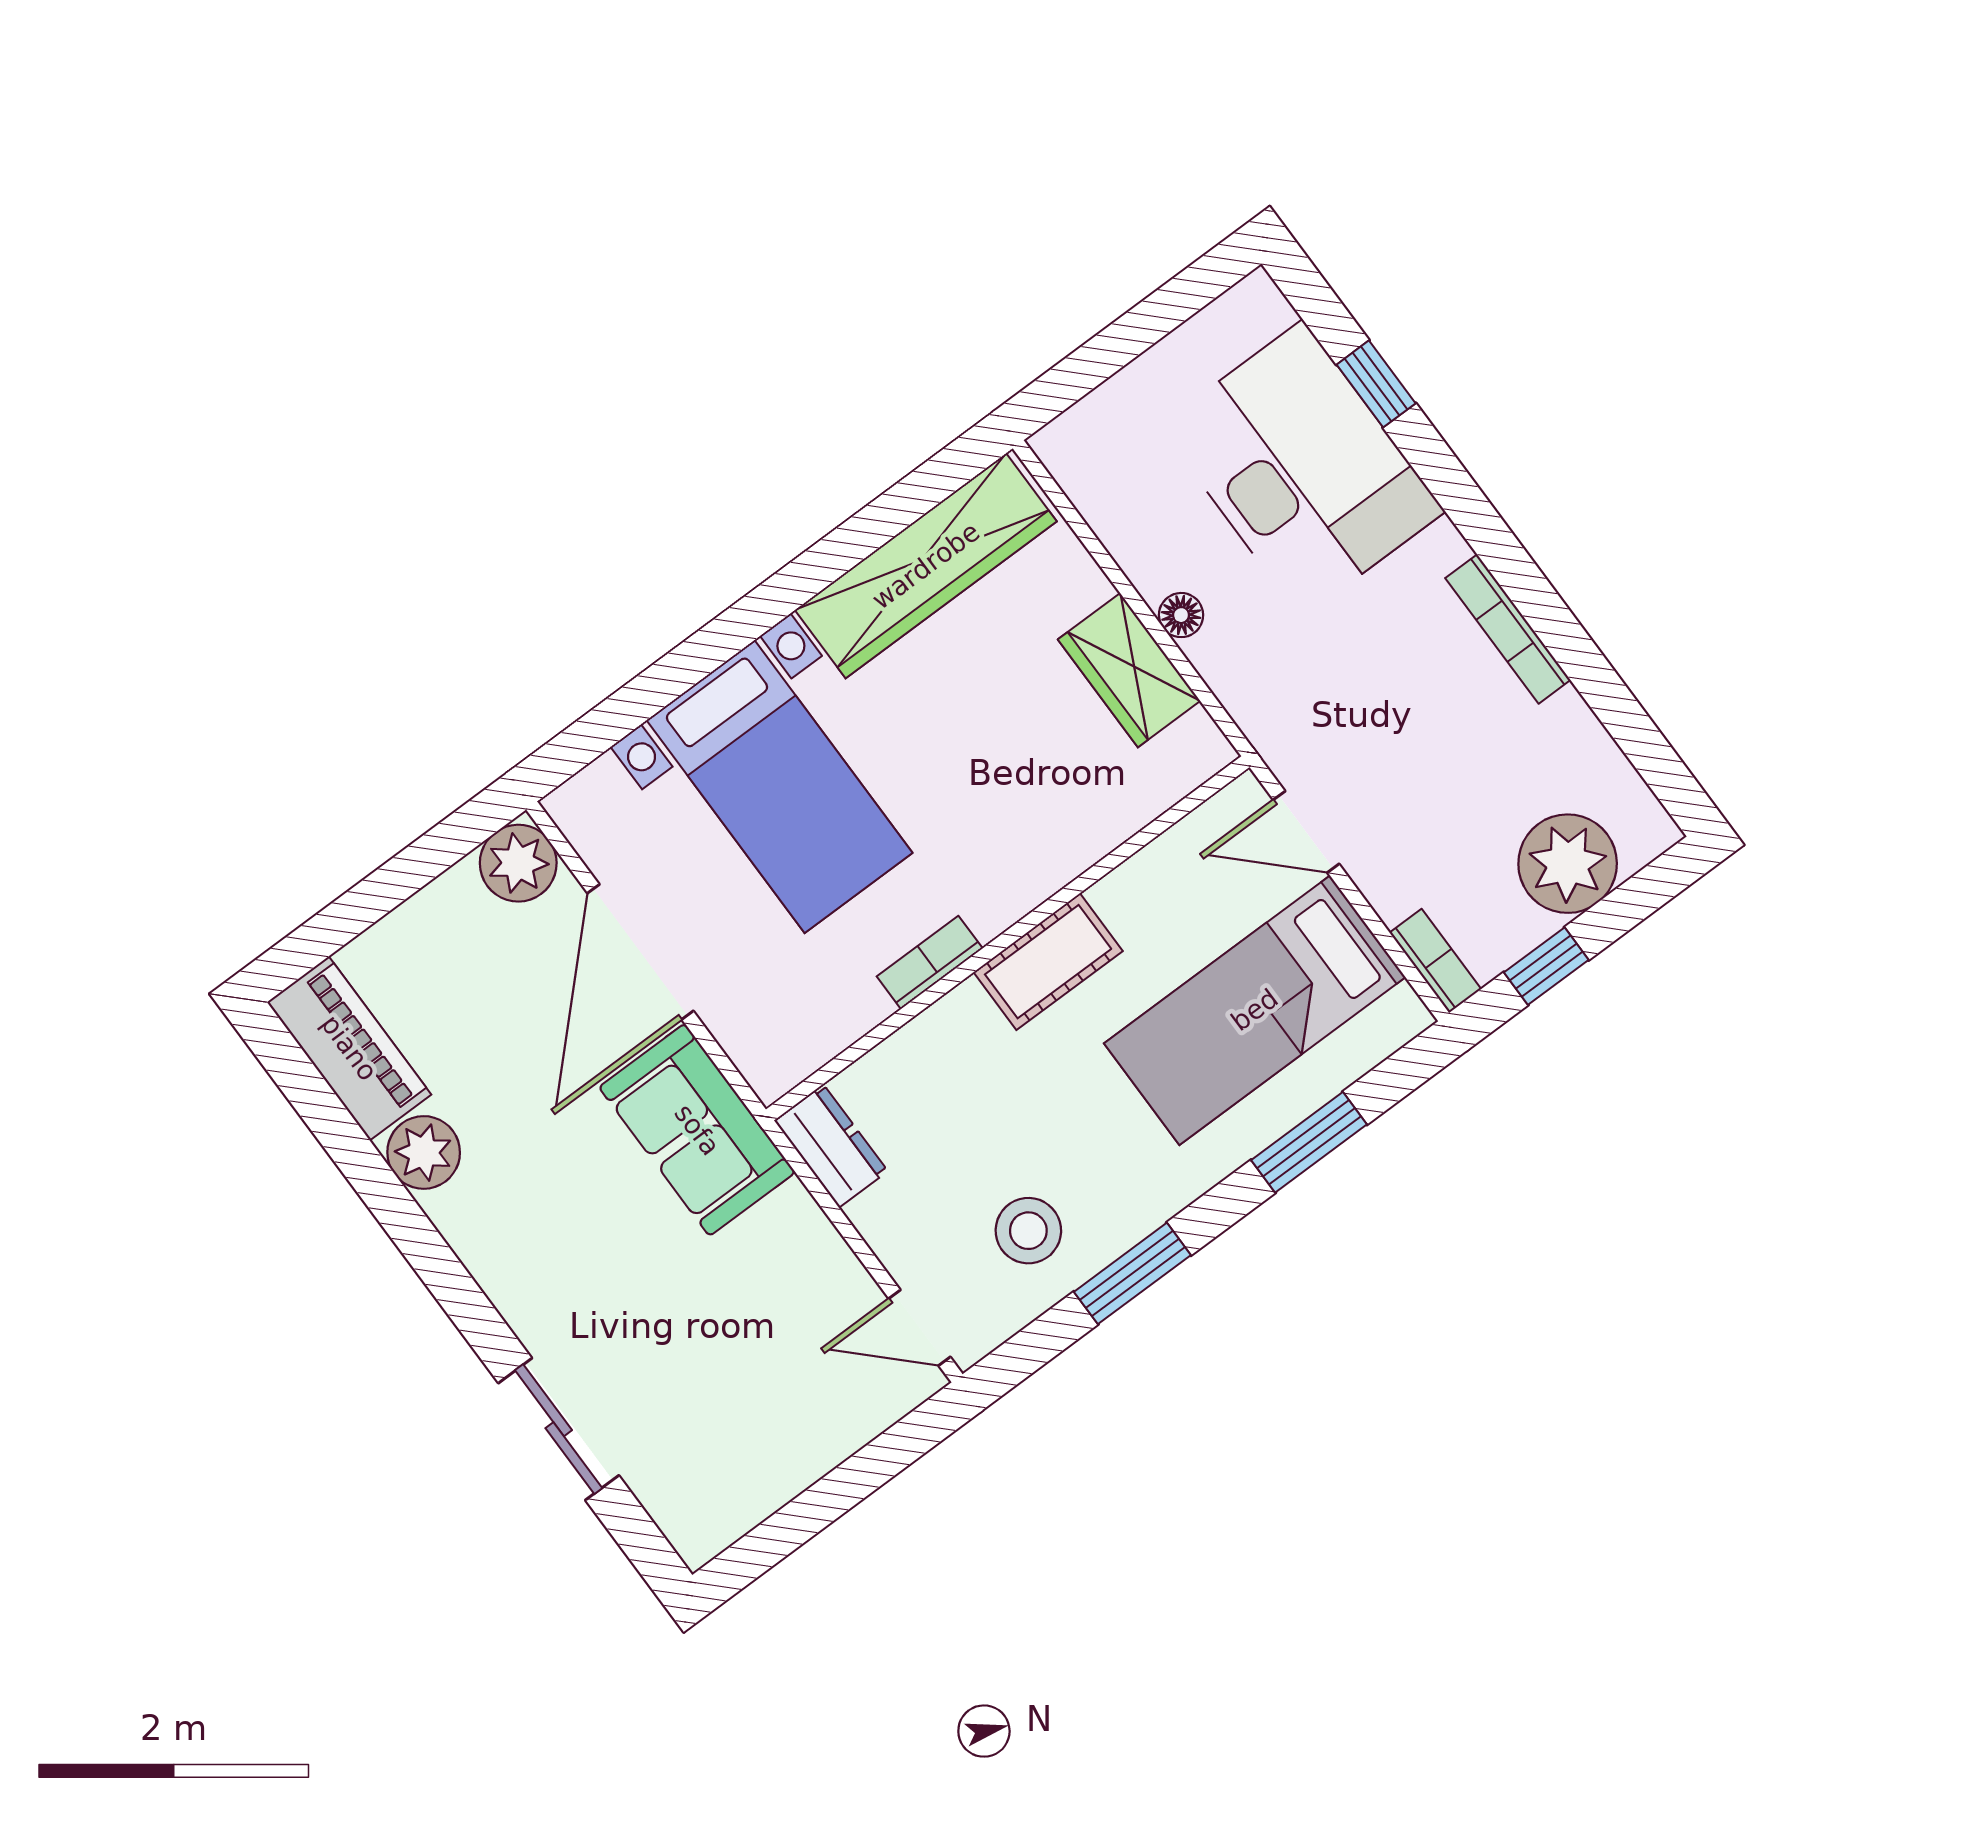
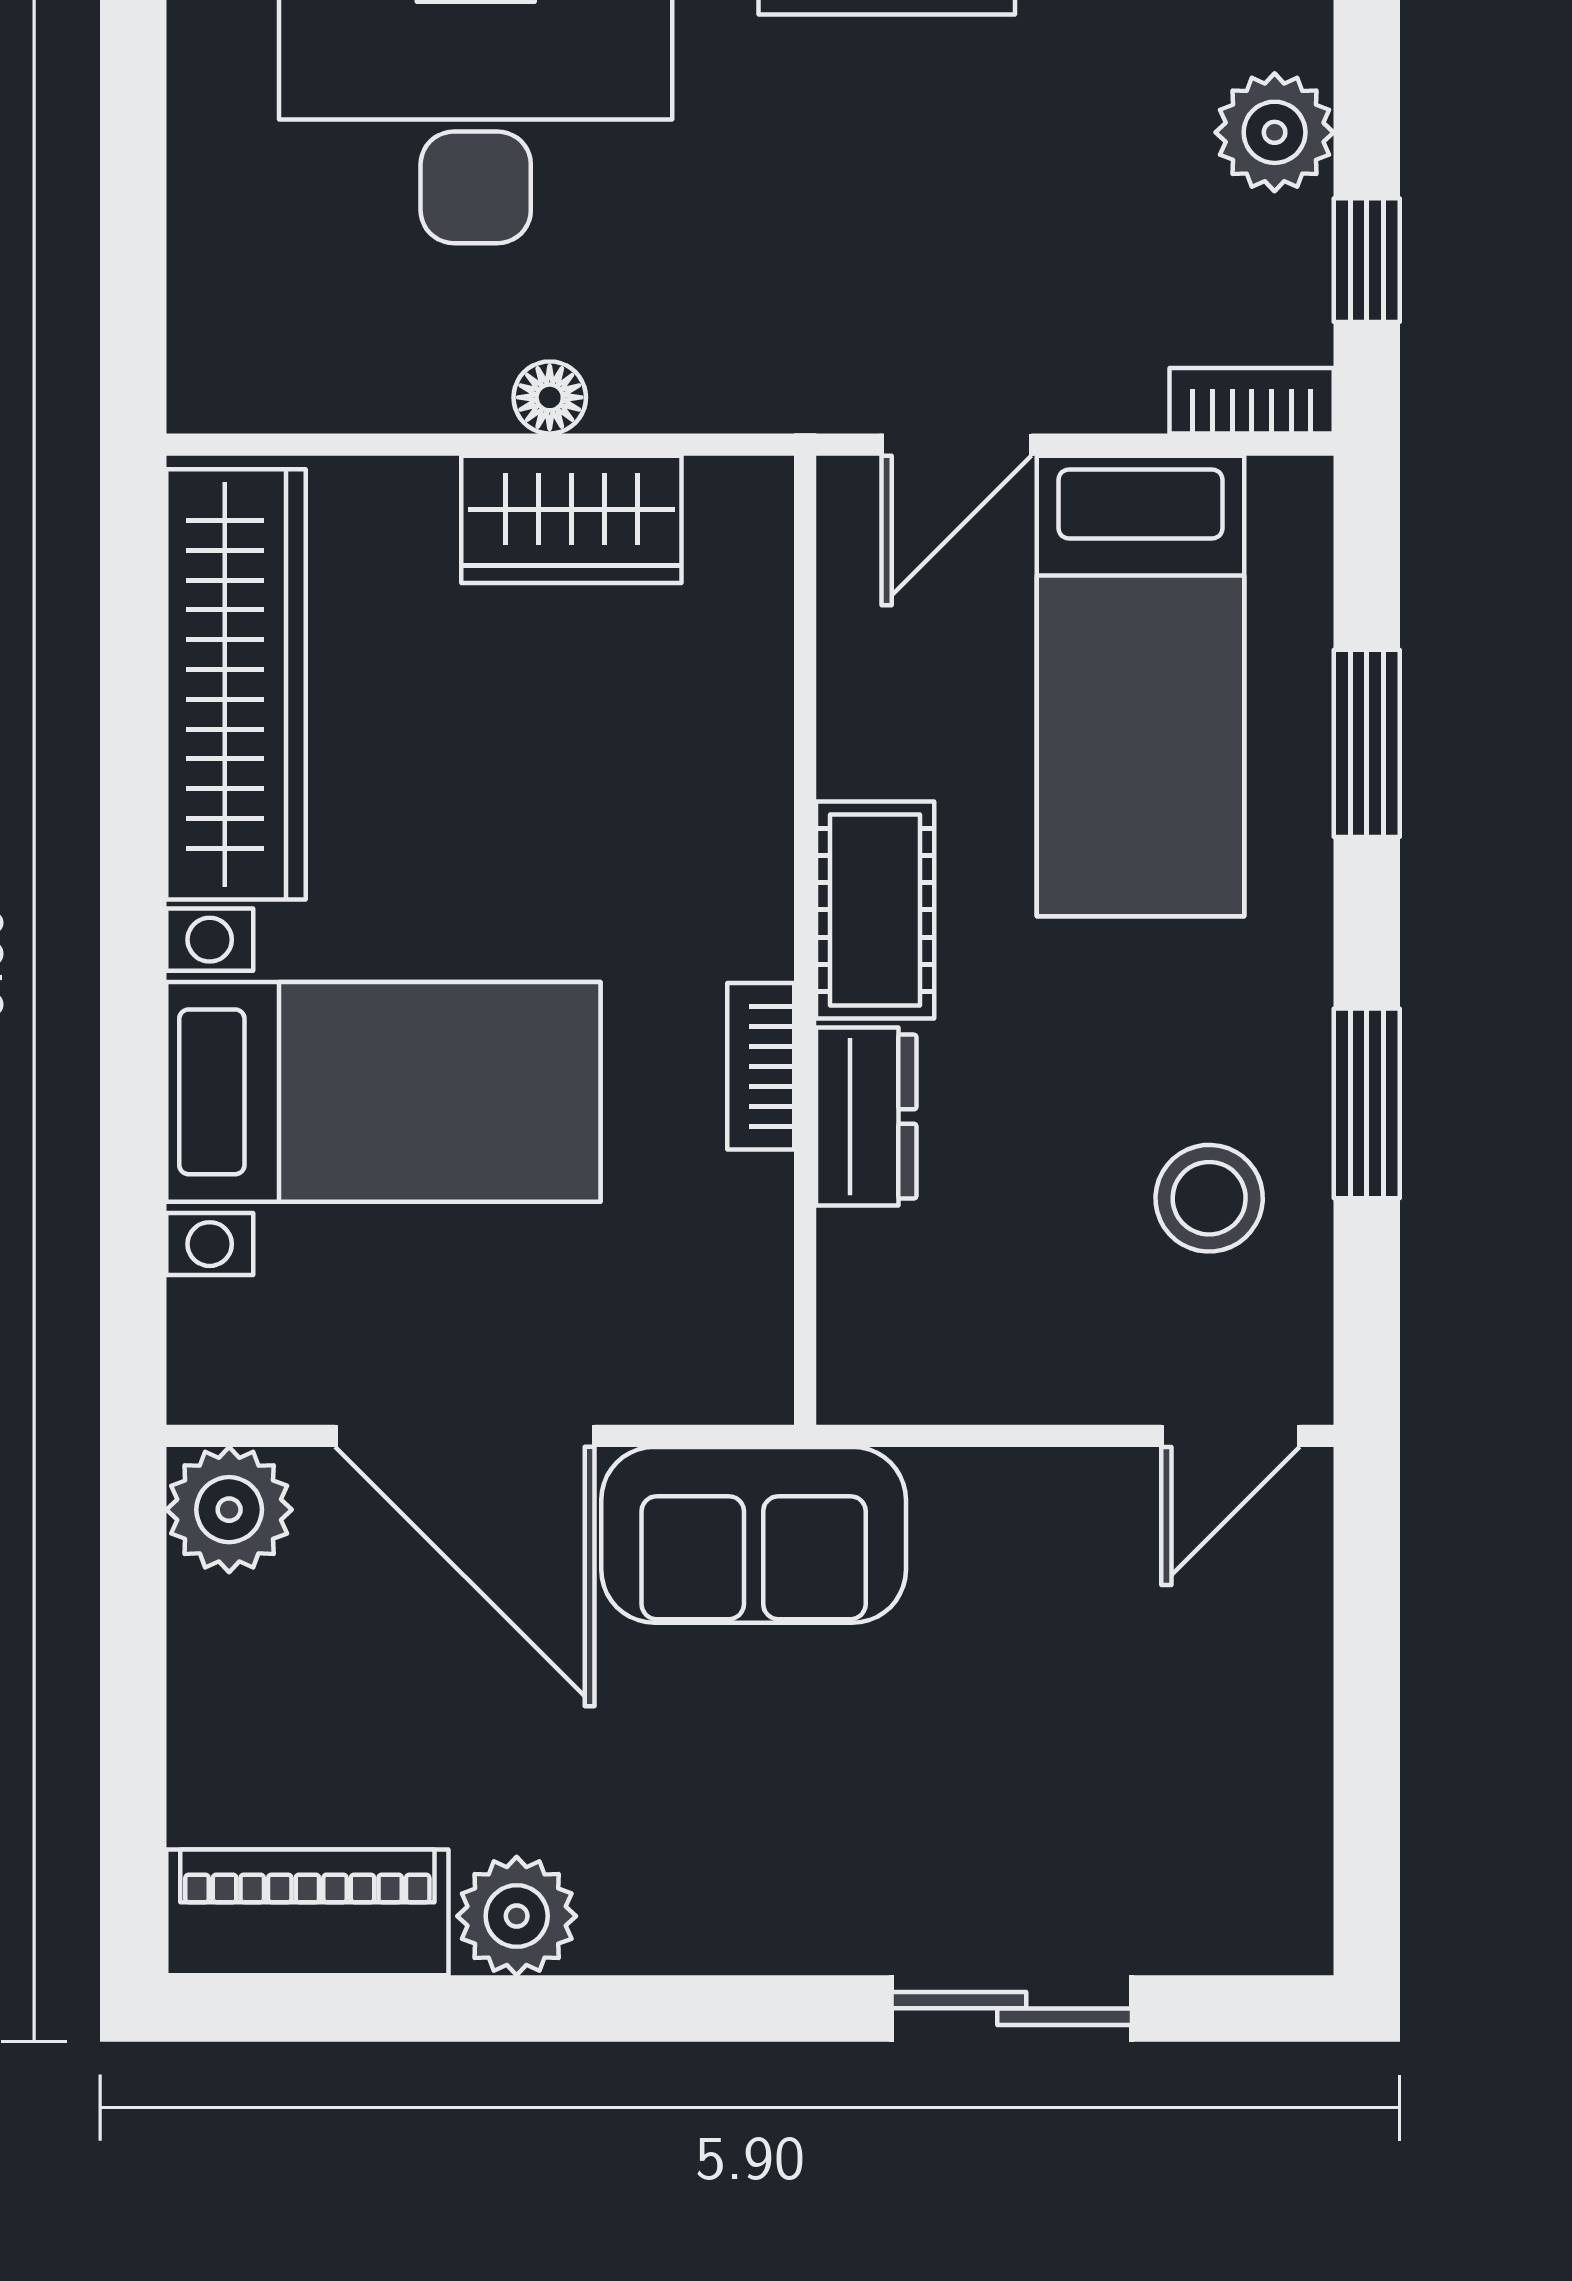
plant: (1568, 864) -> (1275, 132), width x0.73, depth x0.73
dresser: (831, 1146) -> (866, 1117), moved, turned 90

